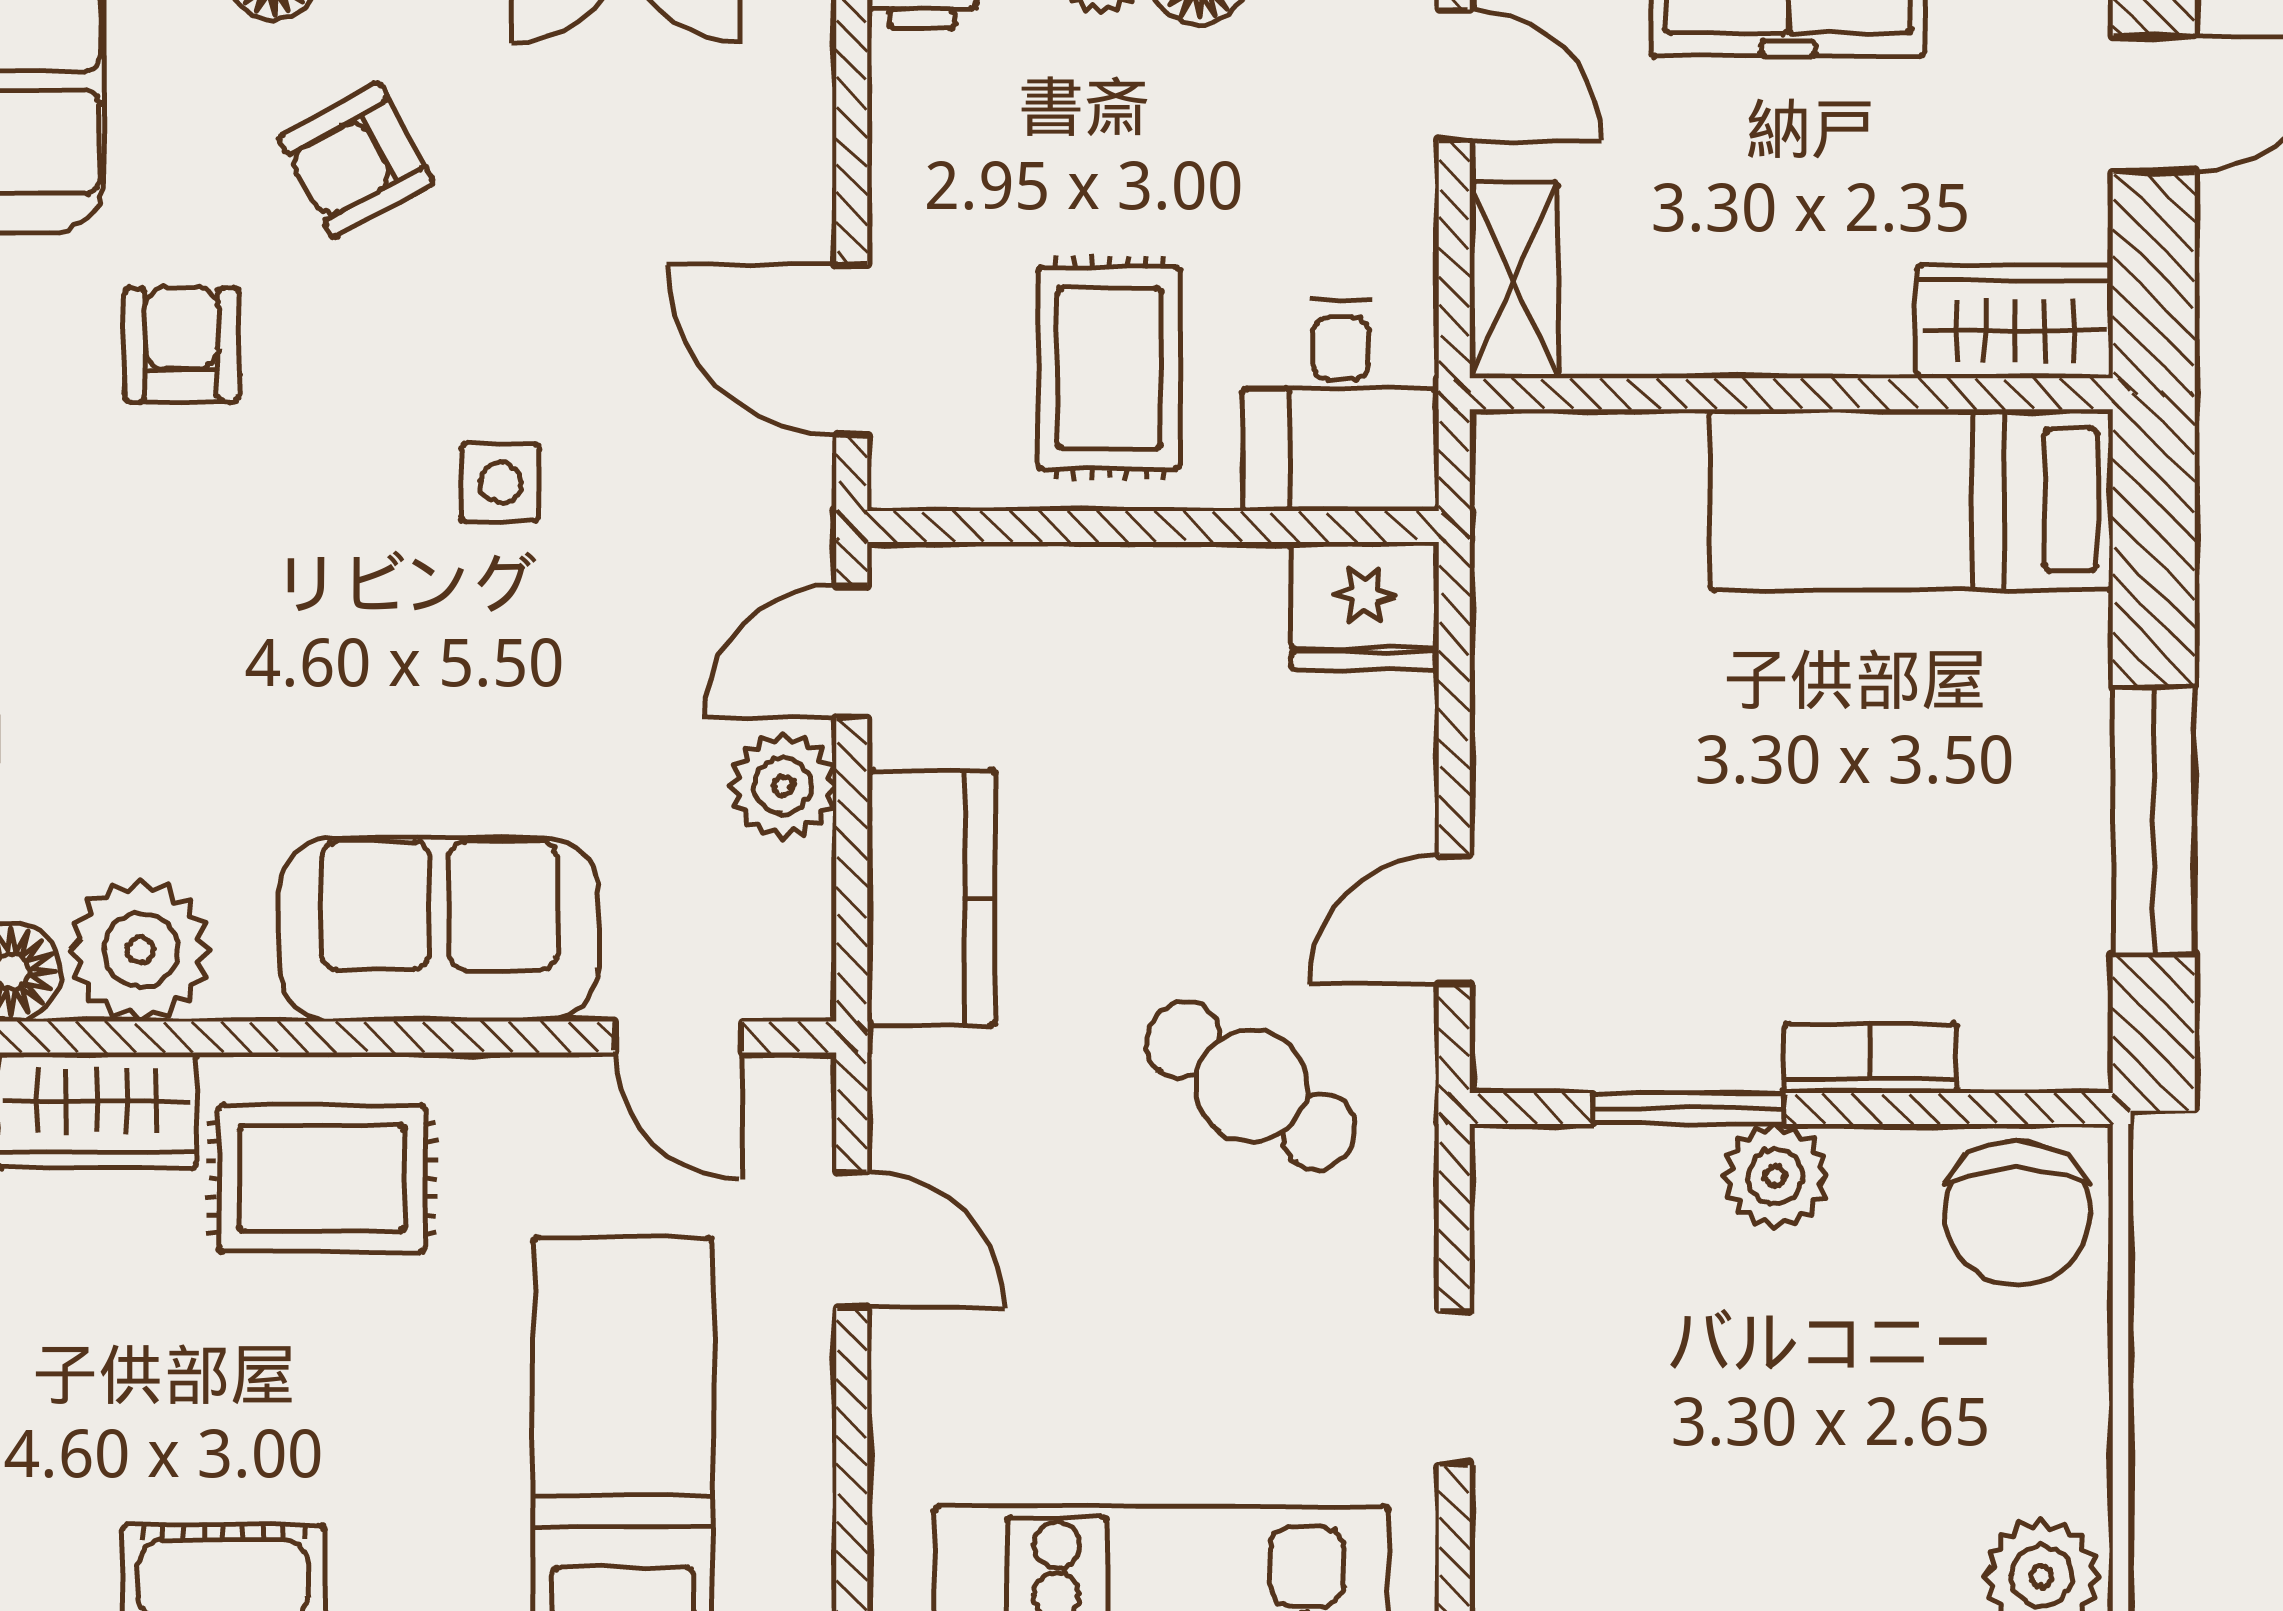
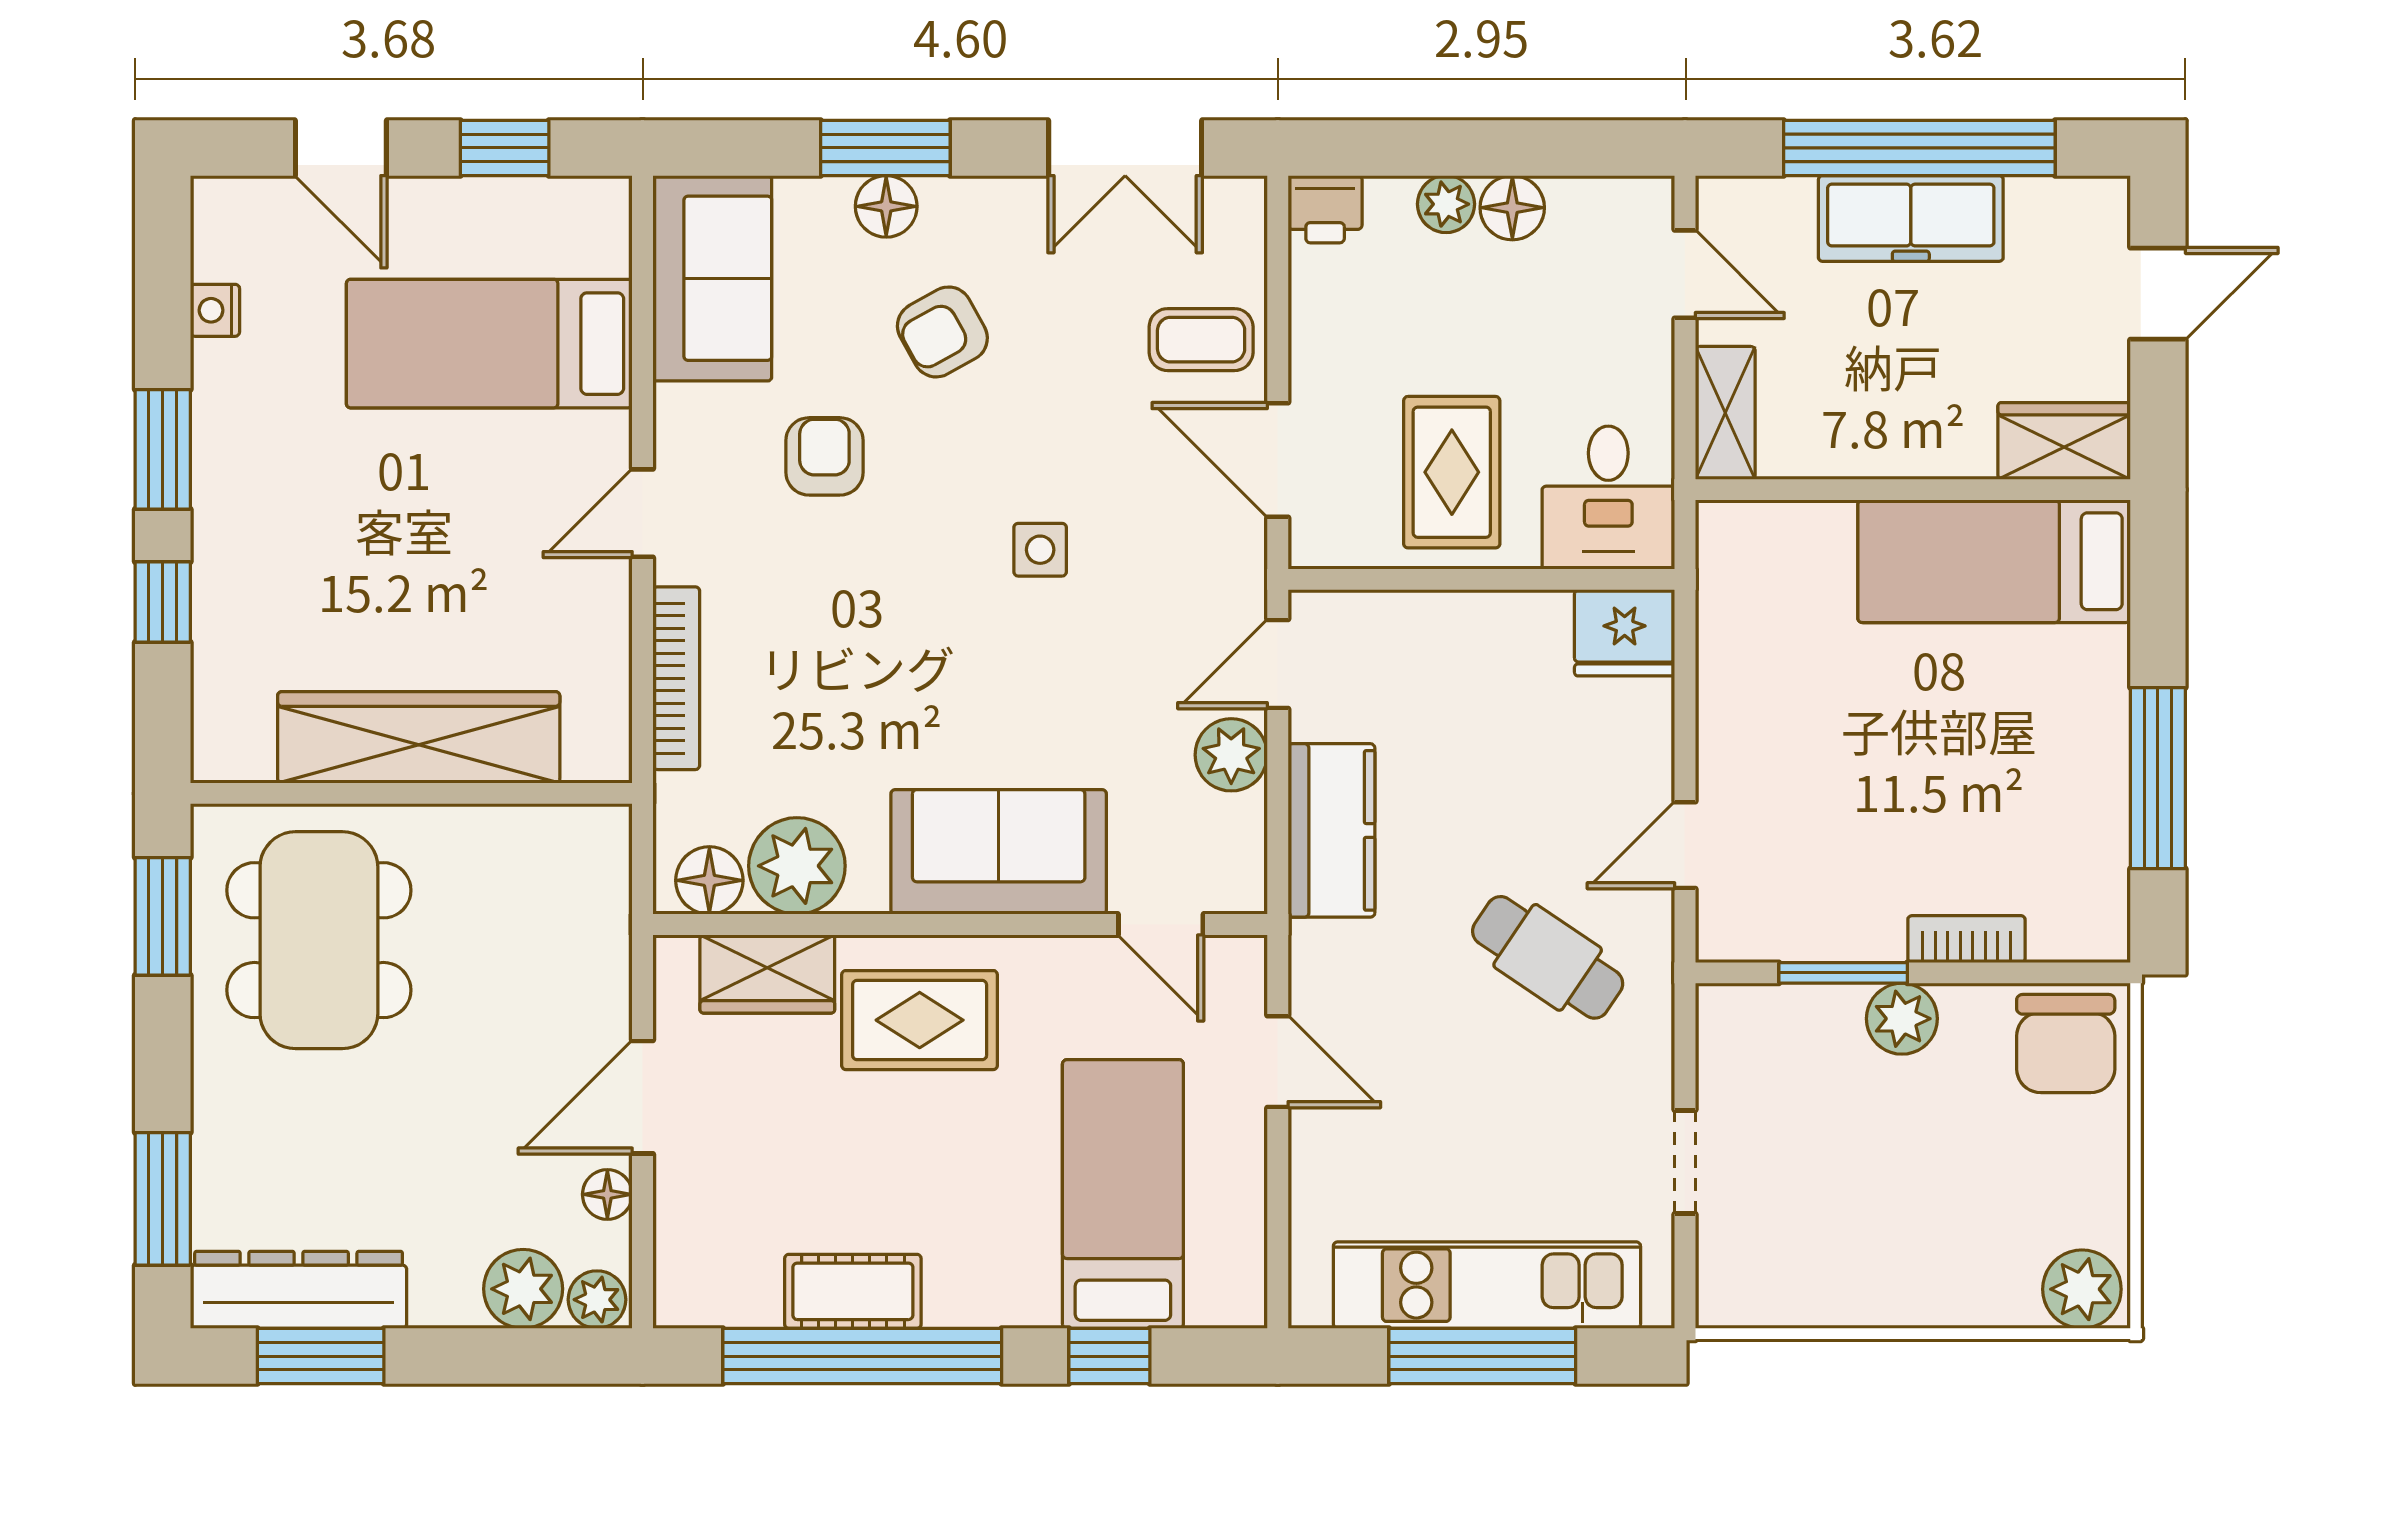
coffee table: (738, 172) -> (1201, 340), added

